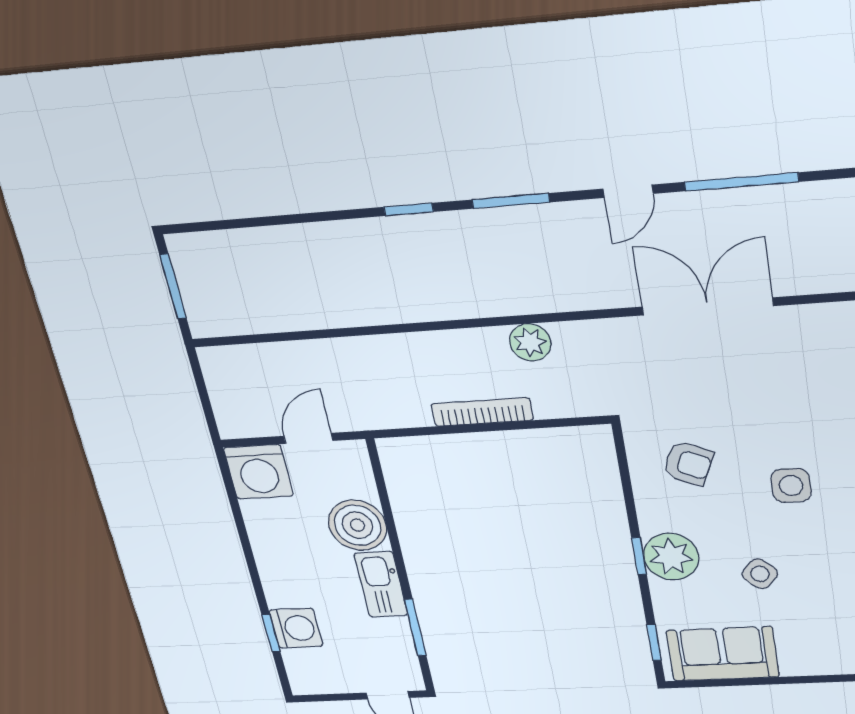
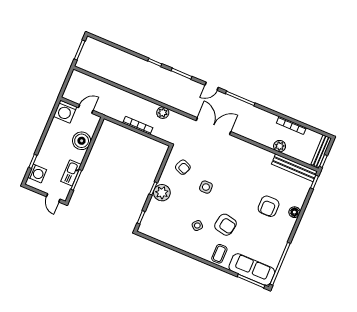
side table: (760, 574) -> (197, 226), moved
kitchen sink: (381, 584) -> (71, 173), moved
washing machine: (296, 628) -> (37, 174), moved
sofa: (723, 654) -> (158, 230), removed

